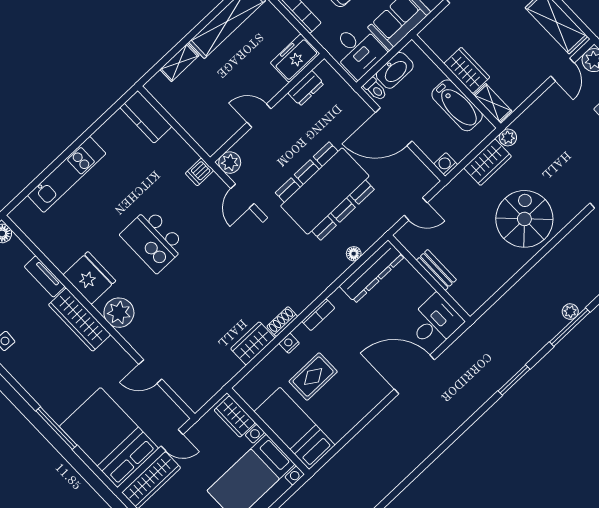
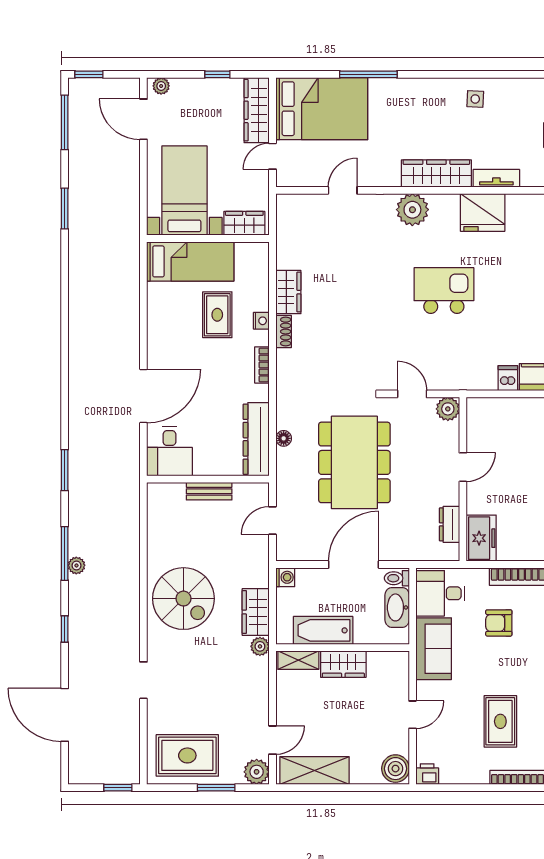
door: (563, 70) -> (273, 740), swing flipped
dishwasher: (199, 172) -> (508, 378), moved
fridge: (89, 278) -> (483, 212), moved

